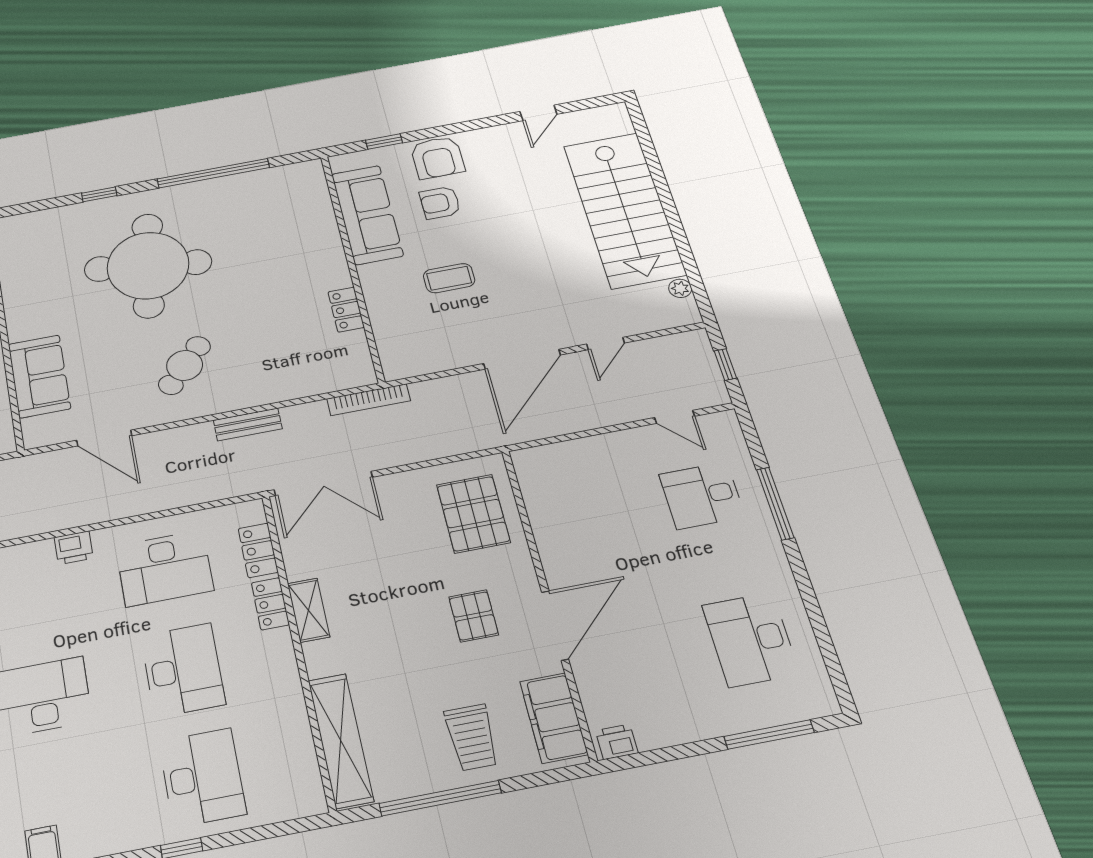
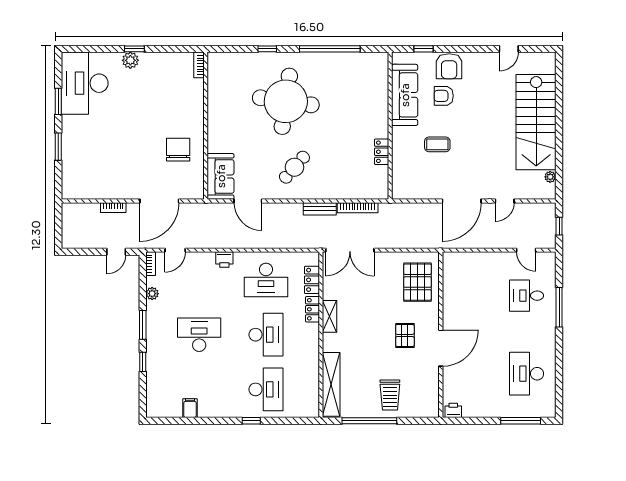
sofa: (39, 376) -> (221, 176), moved
bookcase: (369, 400) -> (358, 208), moved
filing cabinet: (554, 718) -> (429, 393), removed

